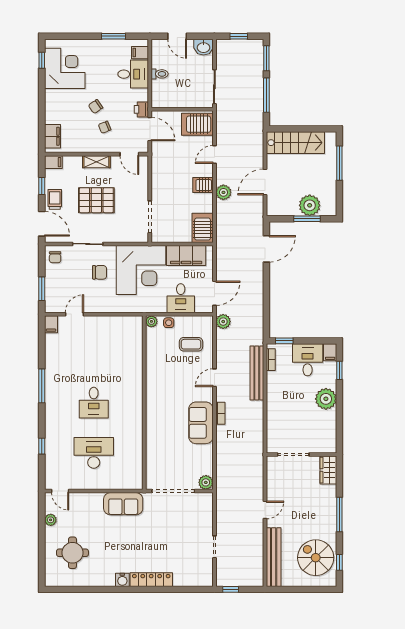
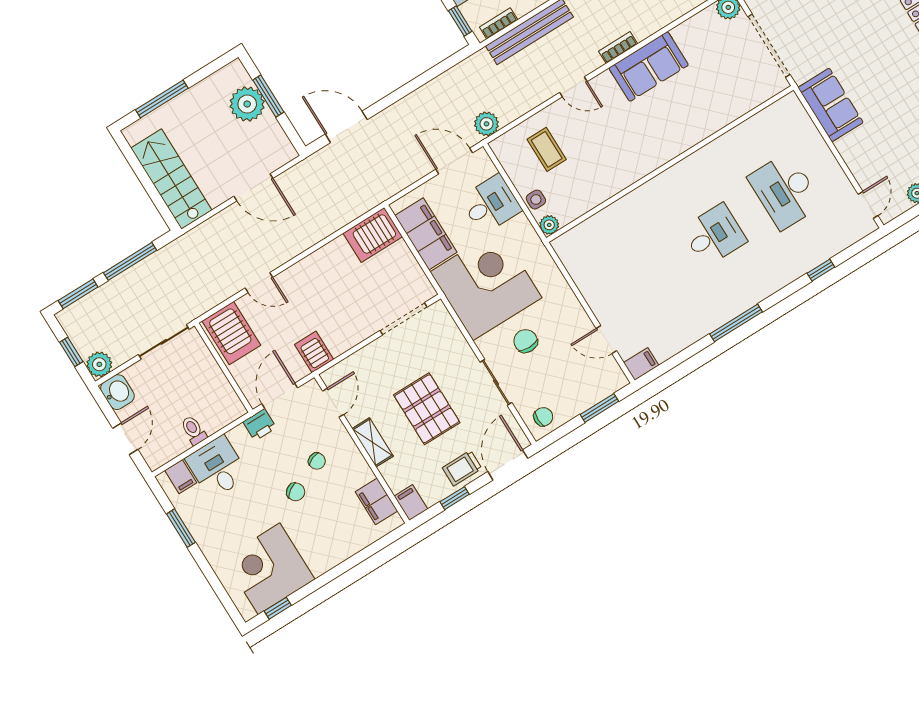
filing cabinet: (52, 136) -> (376, 501), moved, turned -90
server rack: (203, 185) -> (314, 352), moved, turned 180
plant: (223, 192) -> (99, 364), moved

